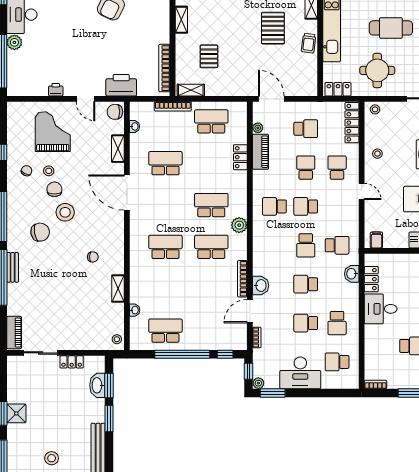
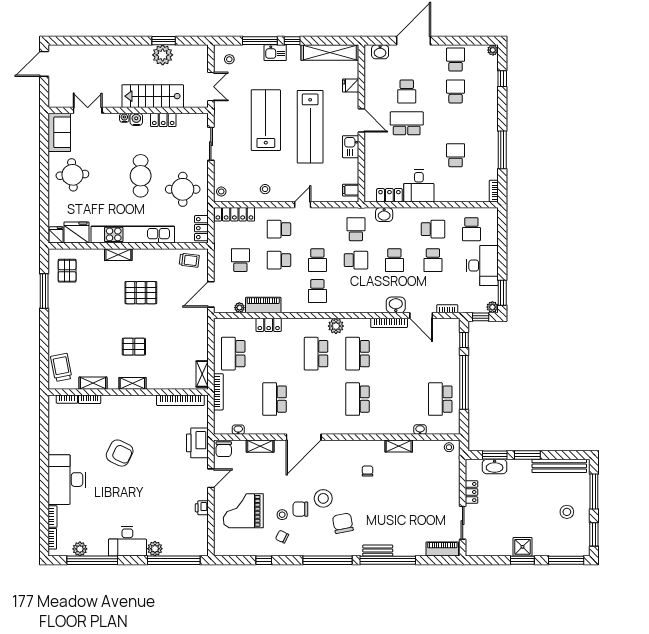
trolley: (309, 43) -> (189, 260), moved
pallet: (209, 56) -> (134, 347), moved

